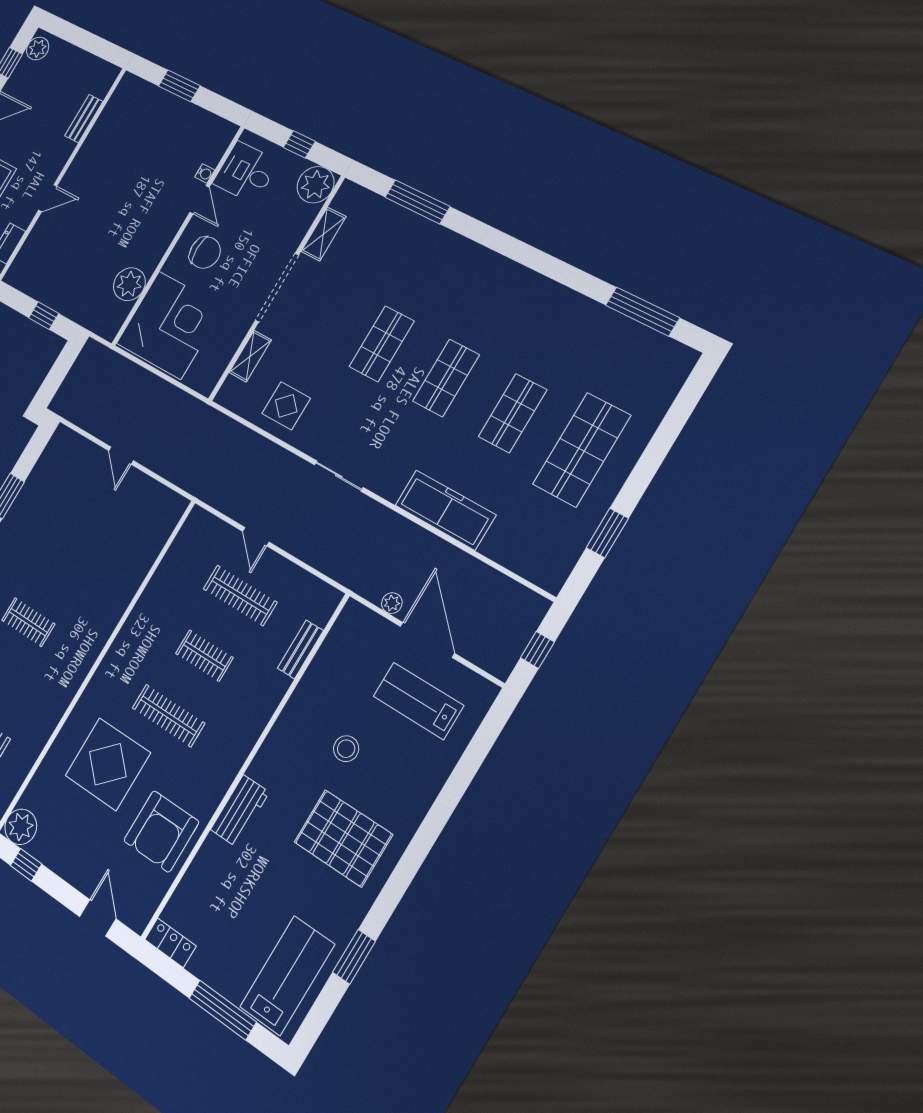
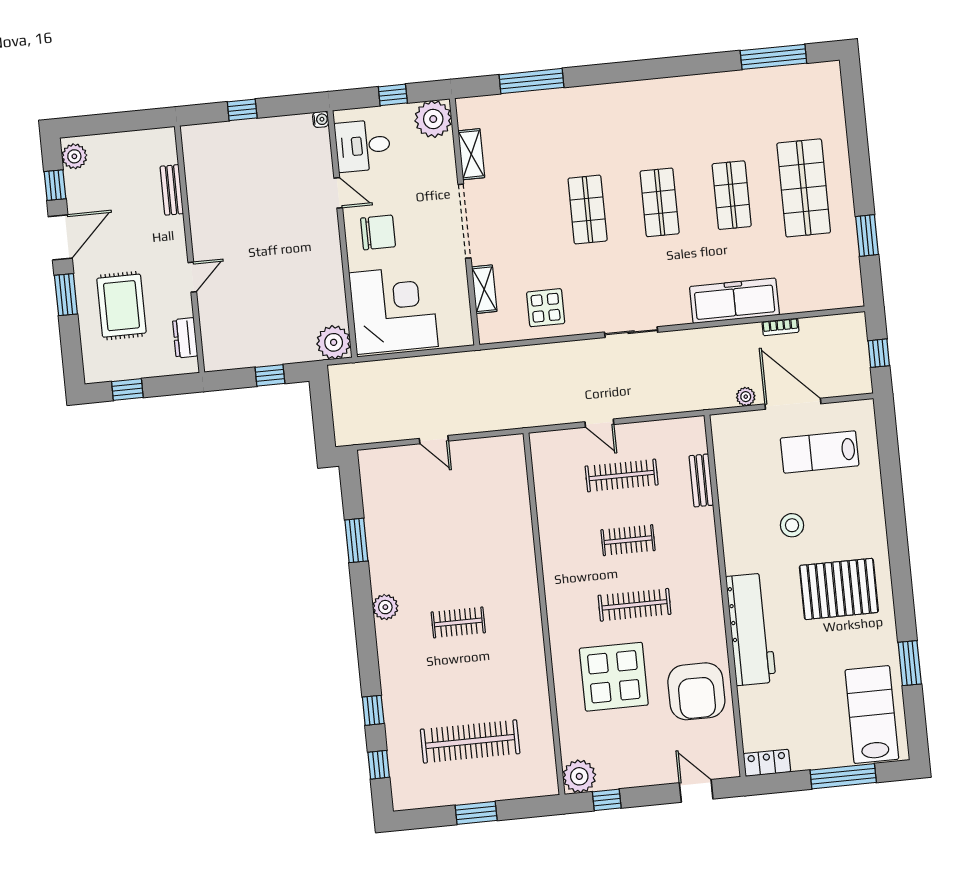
window: (179, 86) -> (242, 110), width x0.67
water cooler: (205, 174) -> (321, 119), moved
plant: (129, 284) -> (334, 342), moved
bookcase: (468, 562) -> (780, 327), added
workbench: (240, 811) -> (751, 629), width x1.88, depth x1.32

